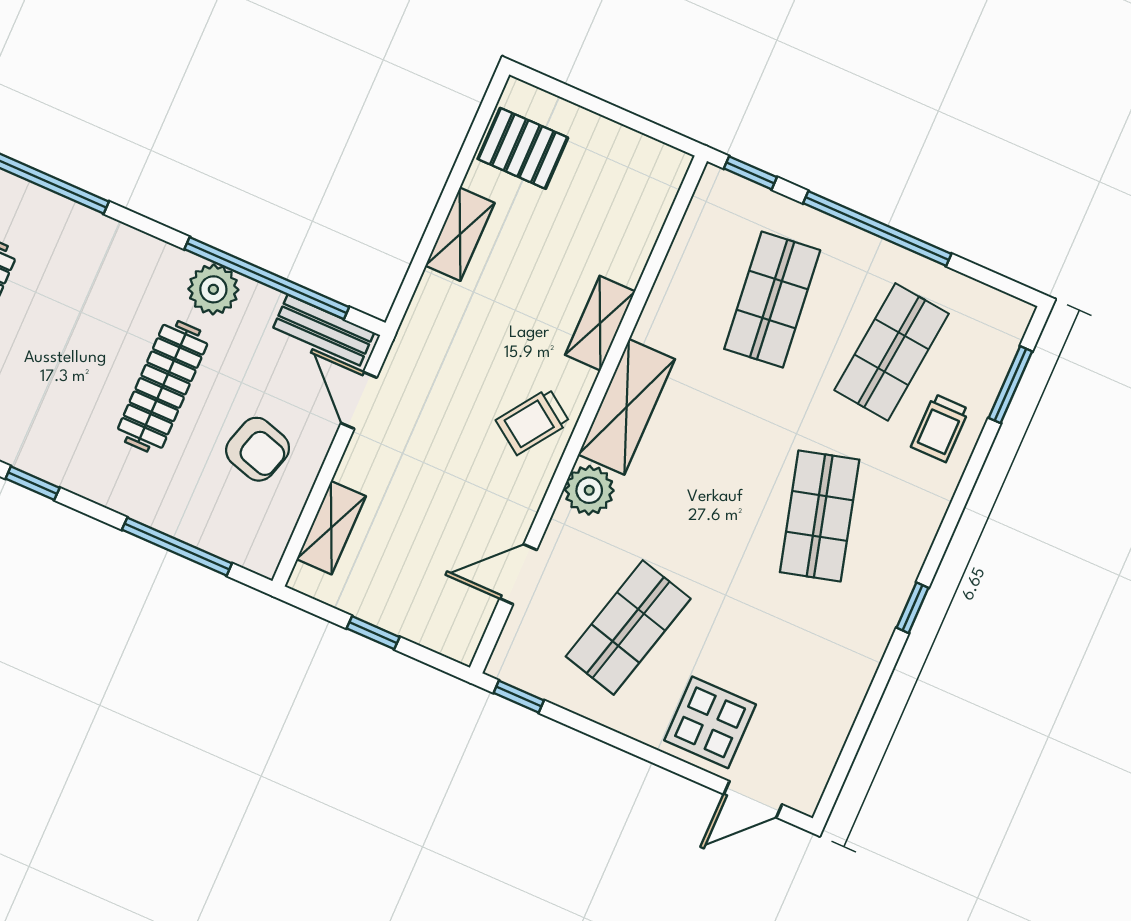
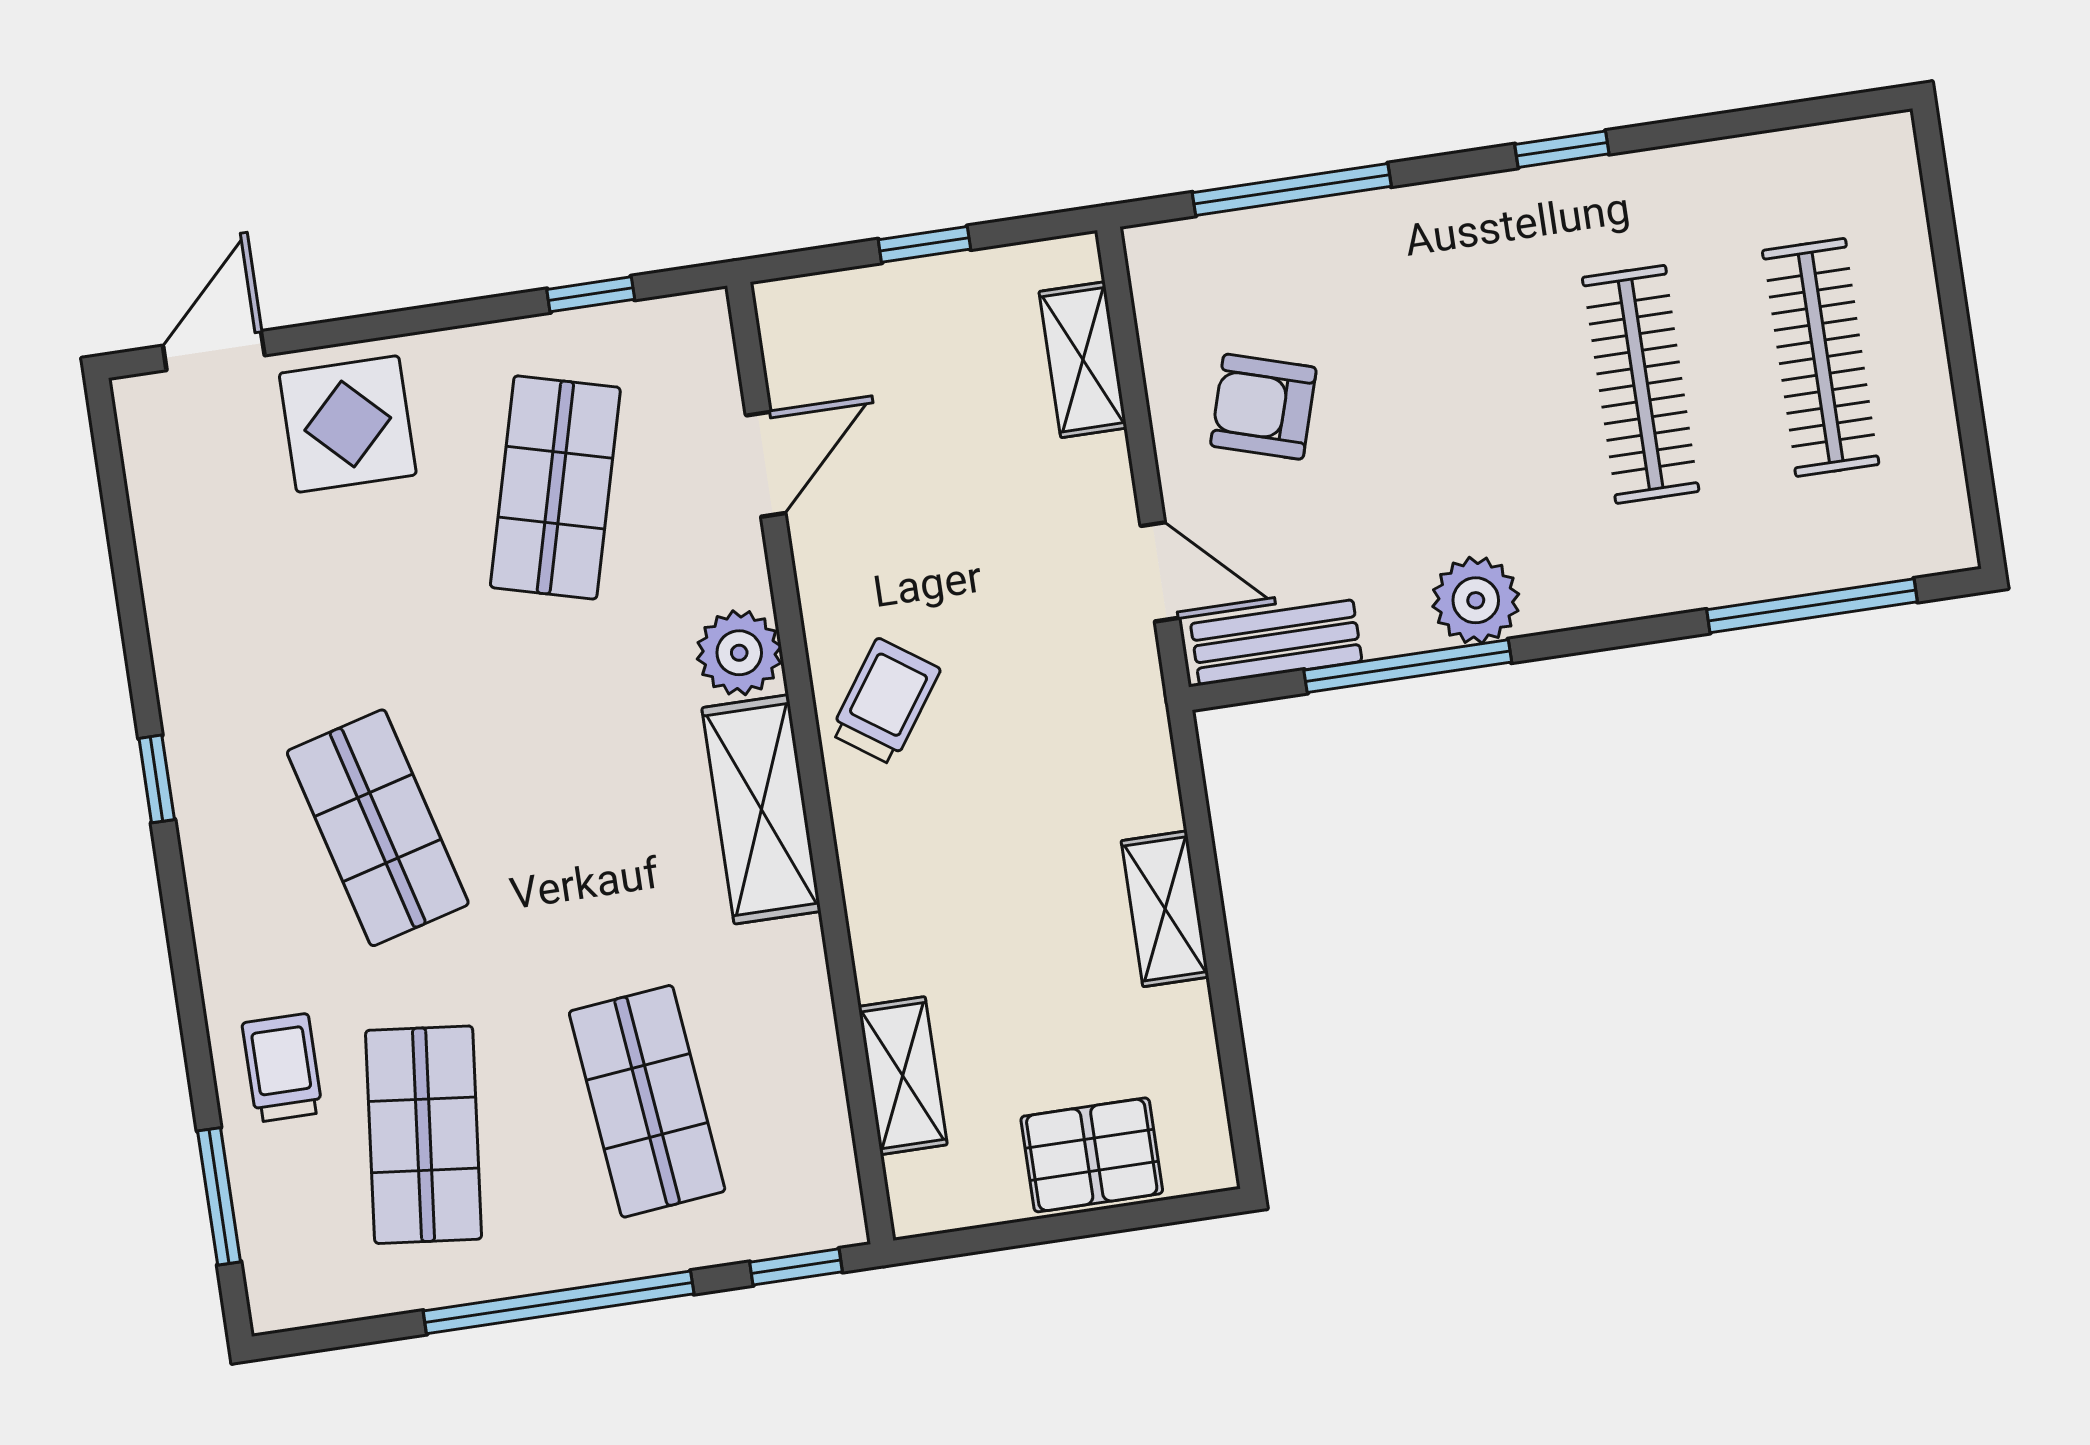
pallet: (523, 148) -> (1092, 1155), moved
window: (267, 278) -> (1408, 666), width x0.68
shelving: (600, 323) -> (903, 1076), moved
clothes rail: (163, 386) -> (1641, 384), moved
window: (519, 697) -> (591, 294), moved

